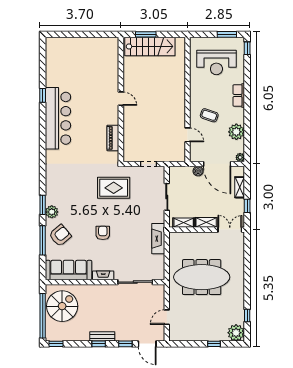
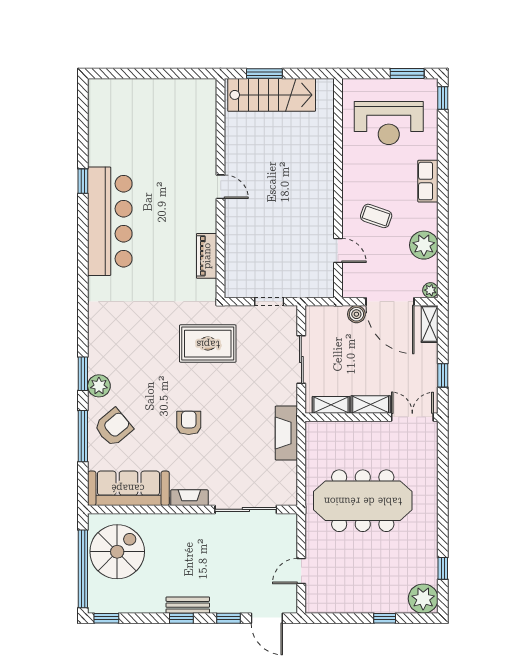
shelving: (240, 187) -> (430, 324), moved

